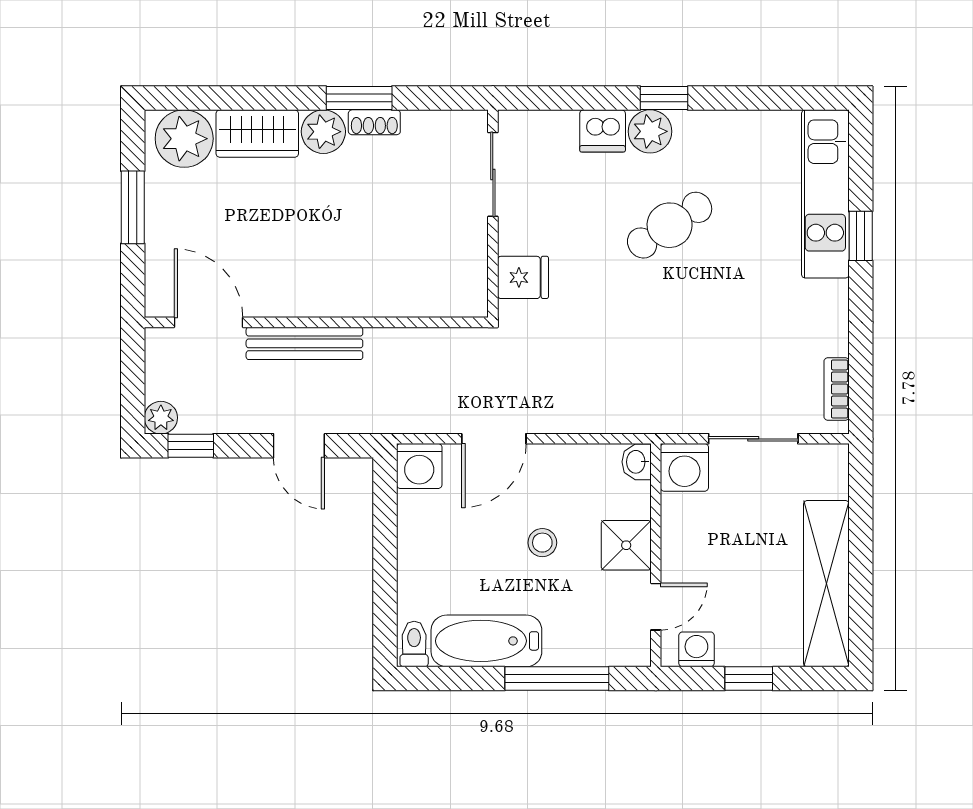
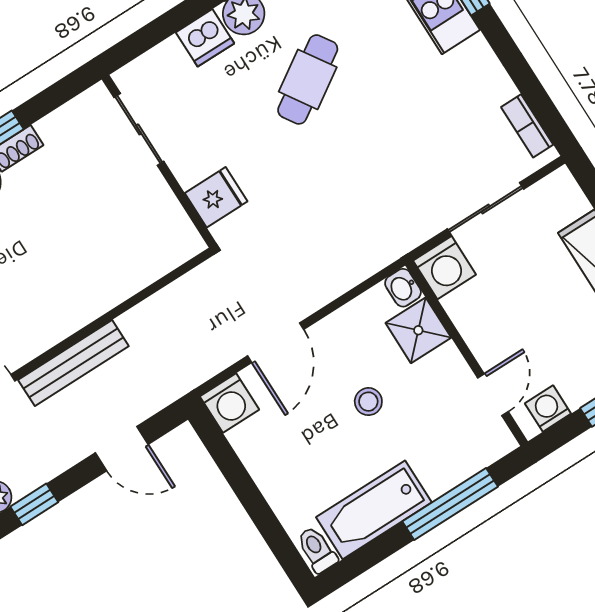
shower: (626, 545) -> (418, 330), moved

